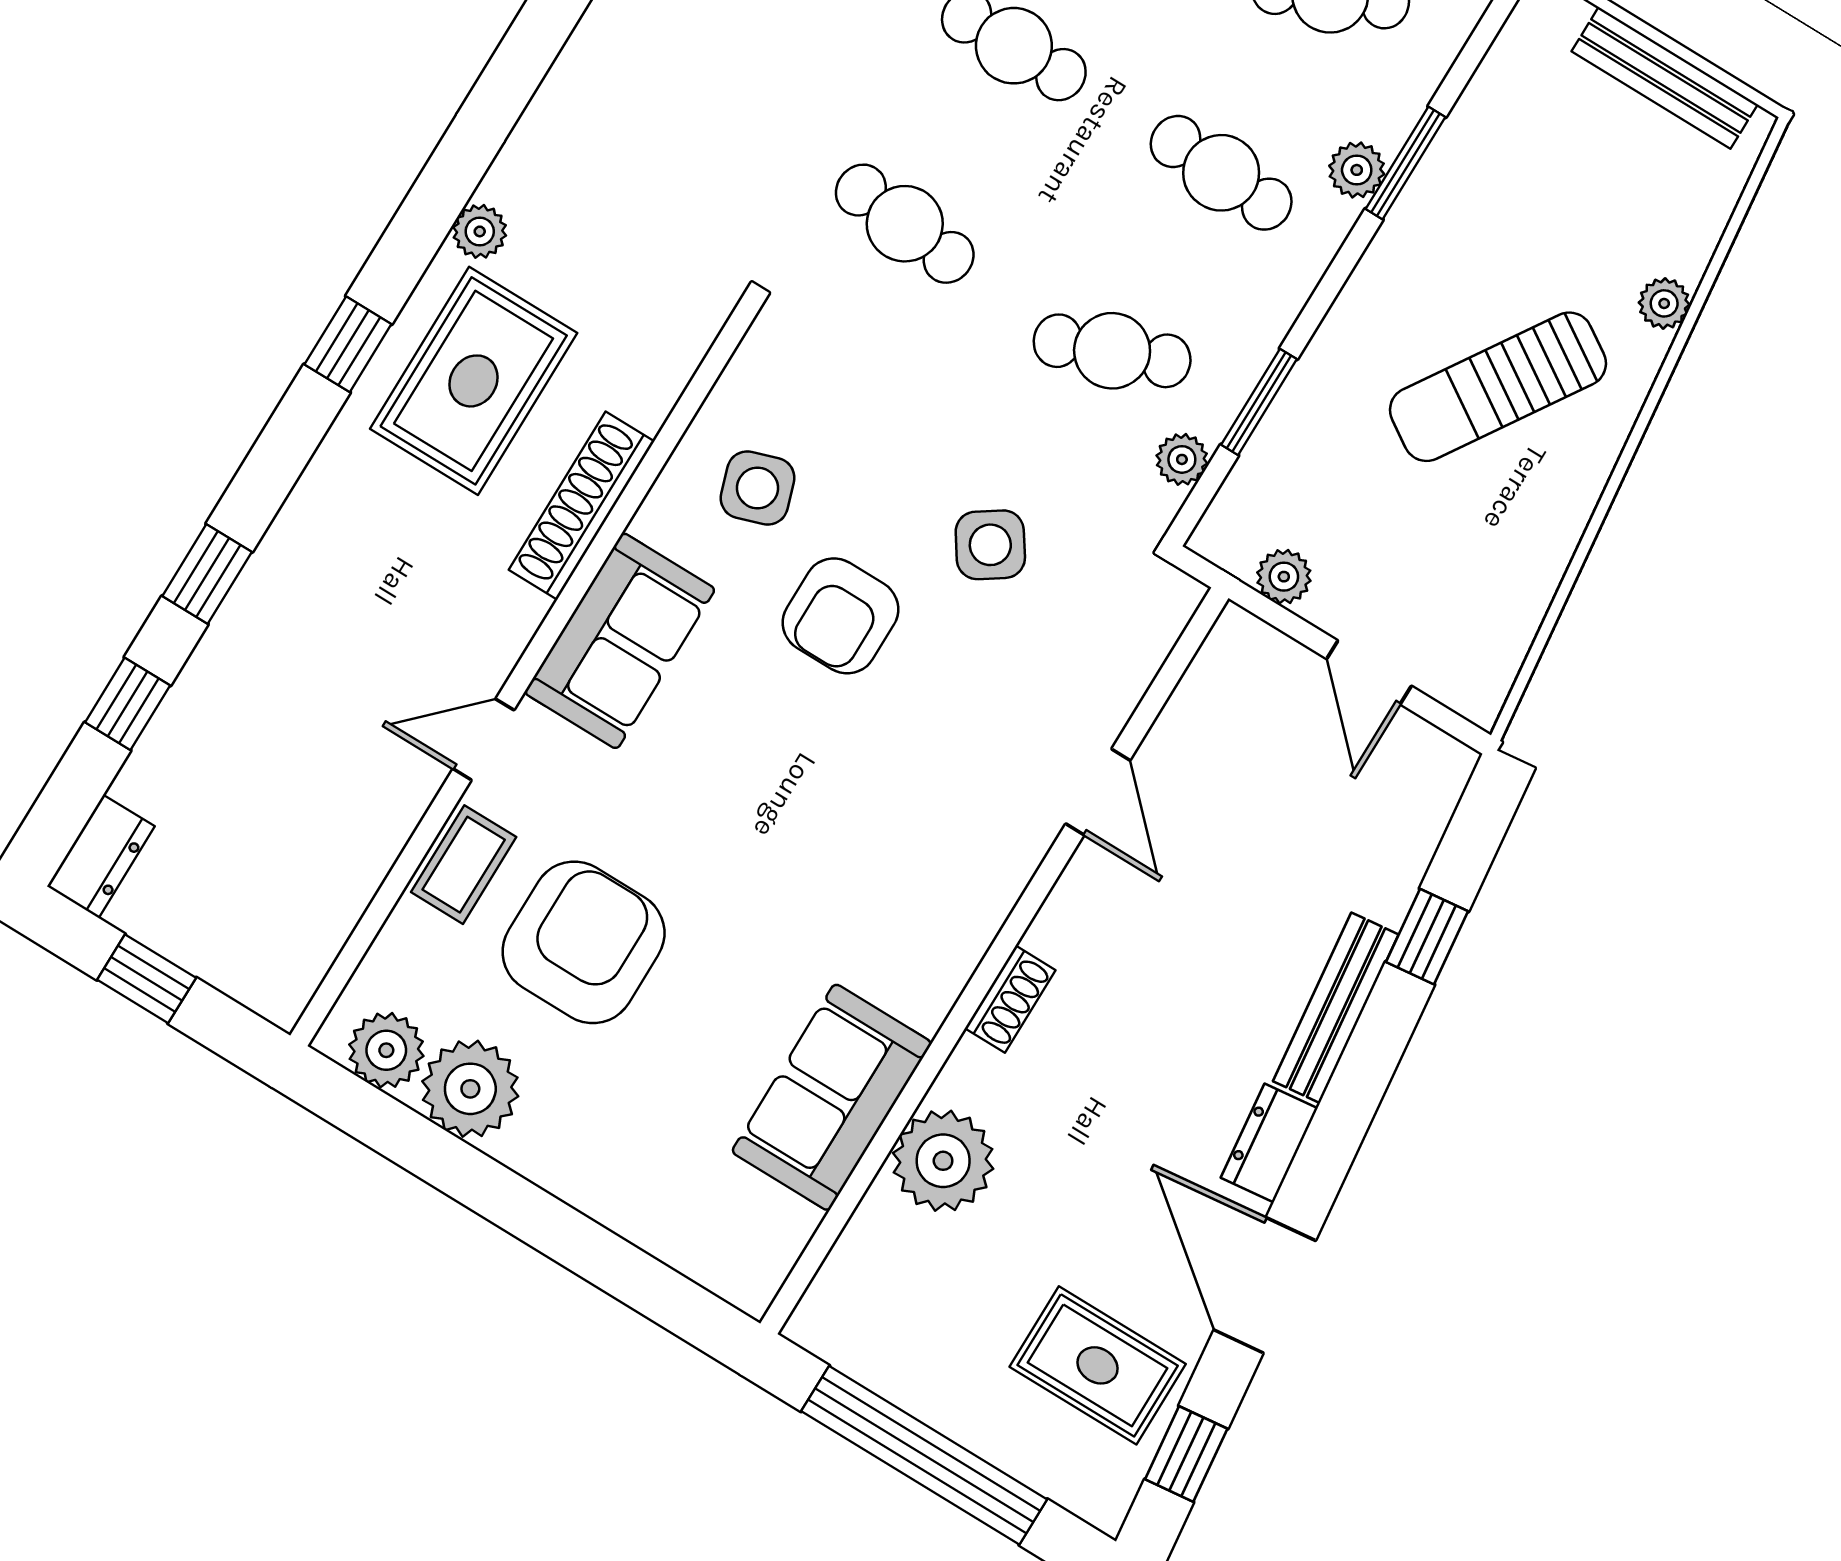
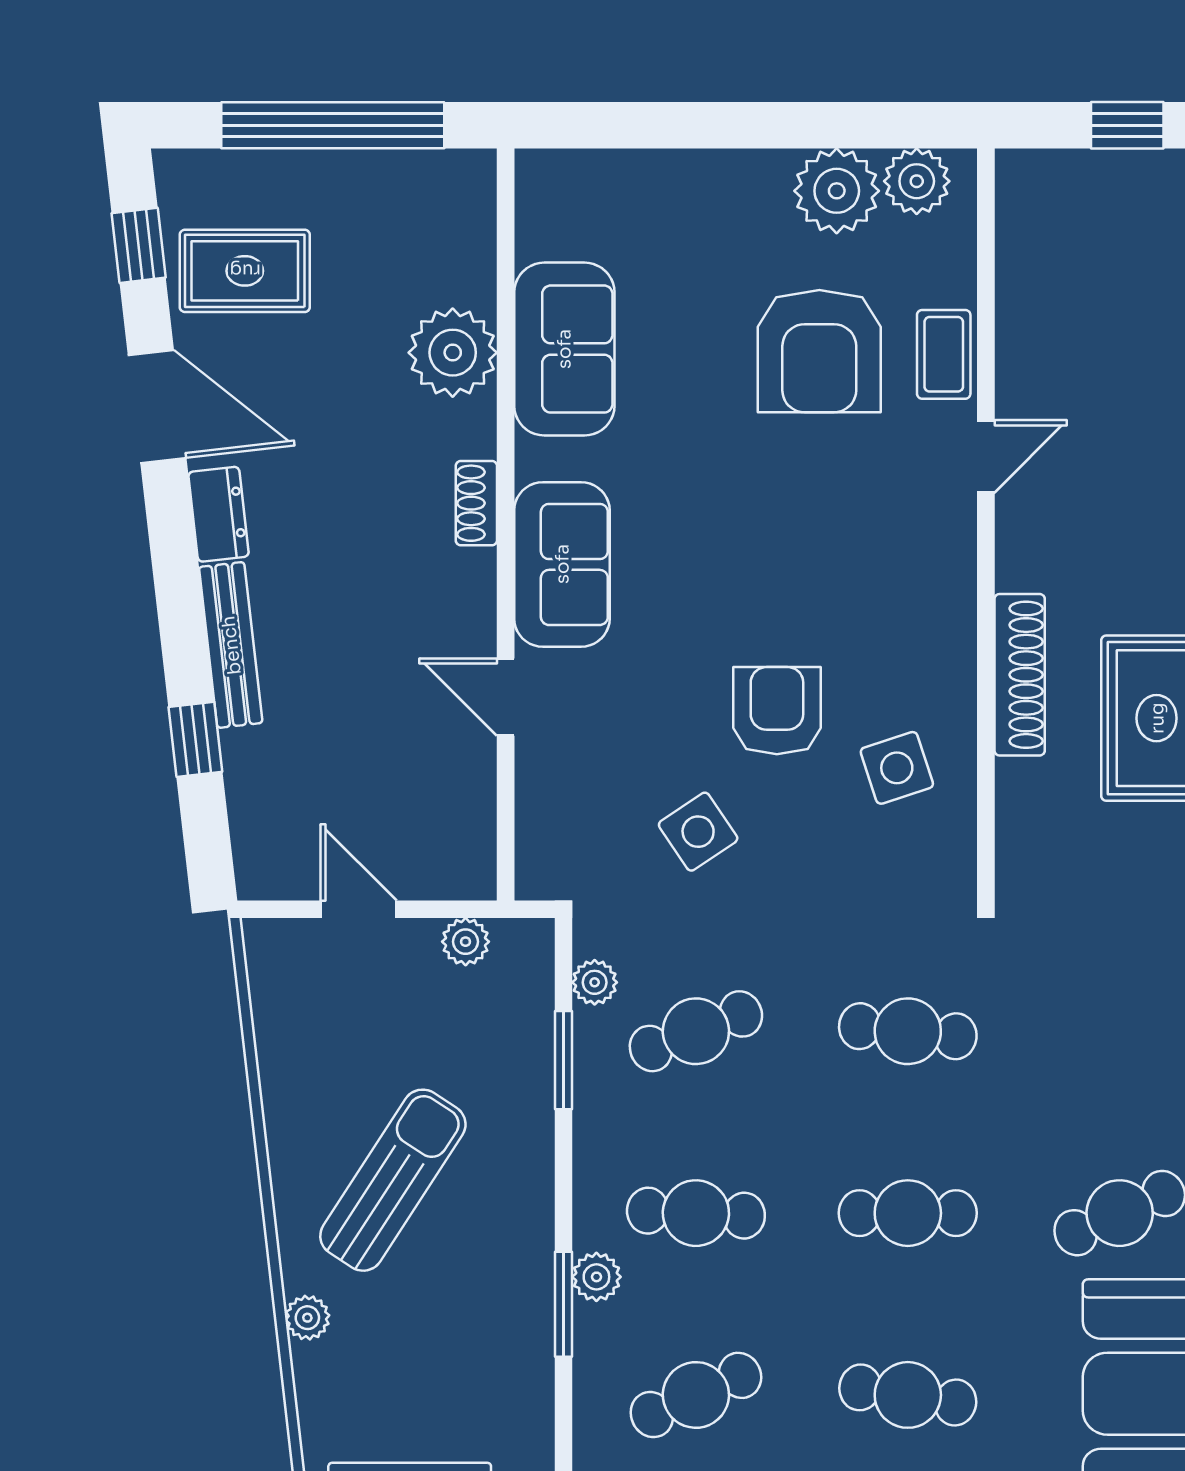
sofa: (620, 641) -> (562, 564), moved, turned 180

